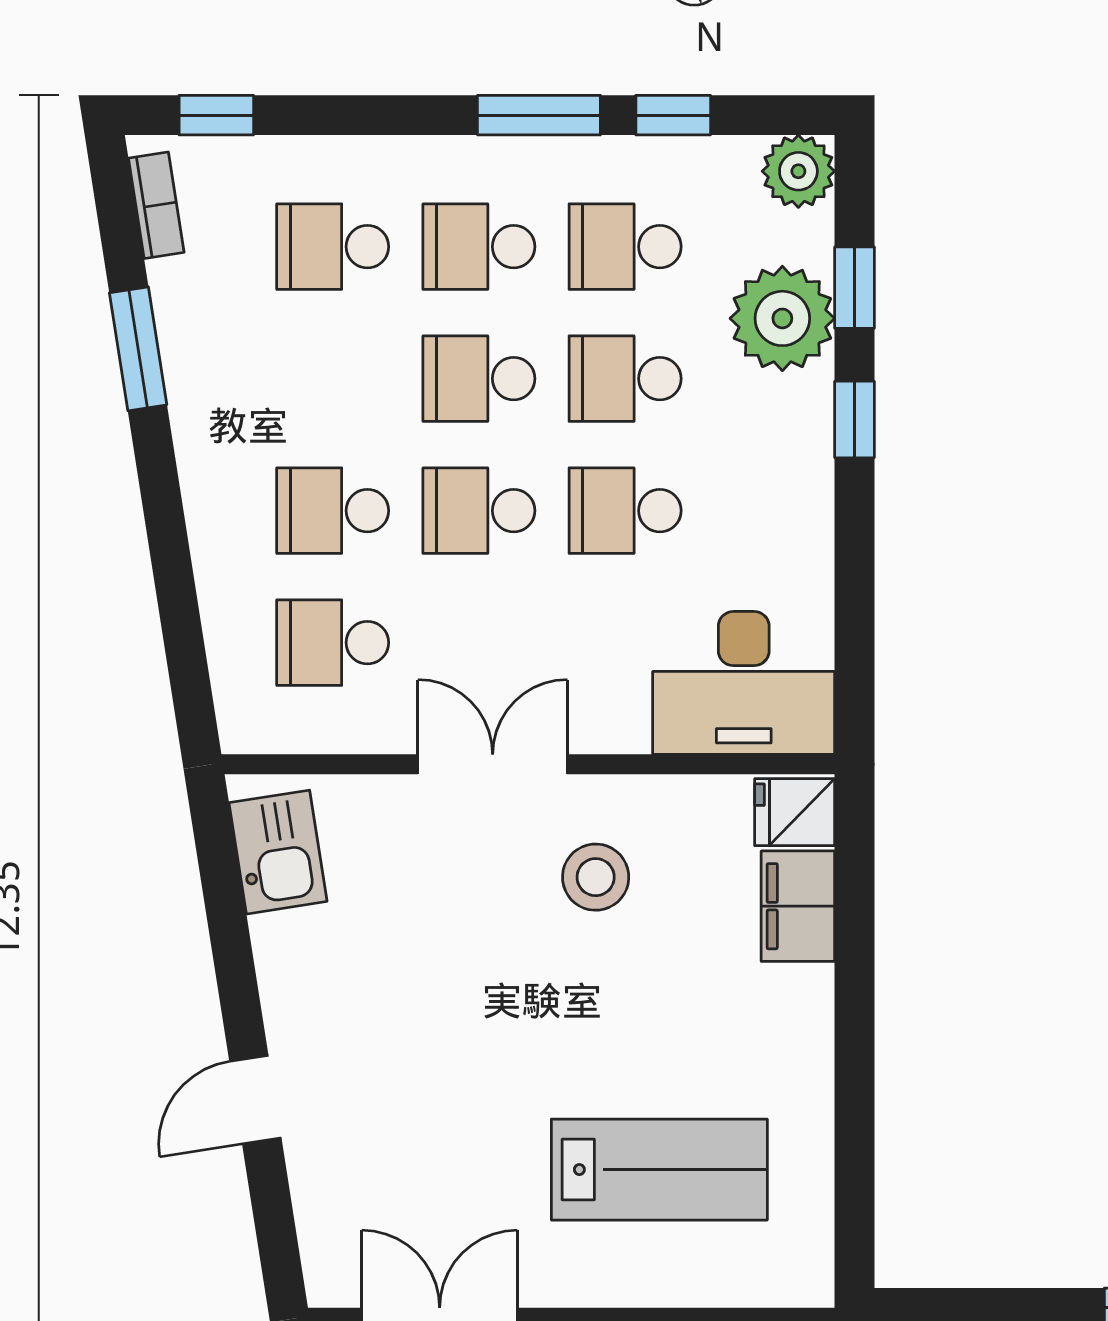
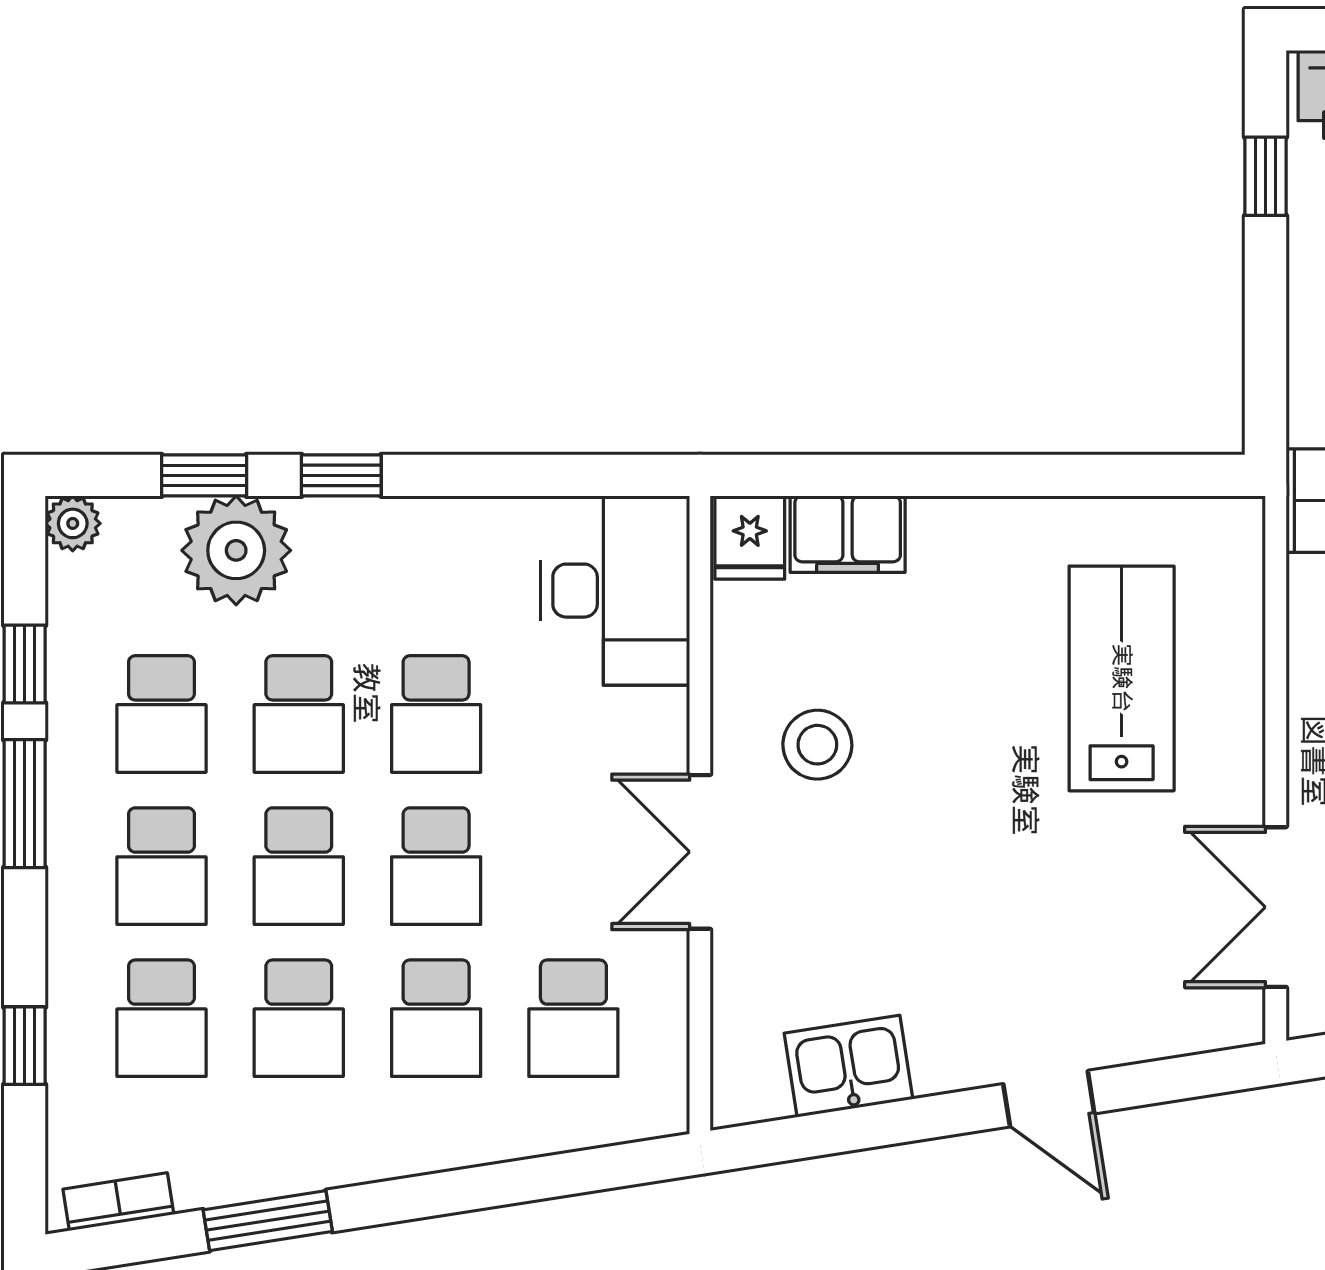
window: (216, 115) -> (25, 1046), moved
plant: (798, 171) -> (73, 523), width x0.73, depth x0.73
school desk: (333, 379) -> (299, 1018), added
kitchen sink: (278, 852) -> (849, 1066), moved

